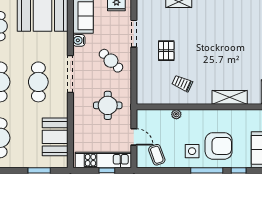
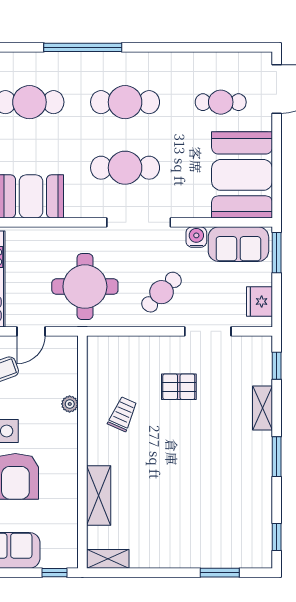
round table: (108, 105) -> (85, 287), width x1.36, depth x1.36

